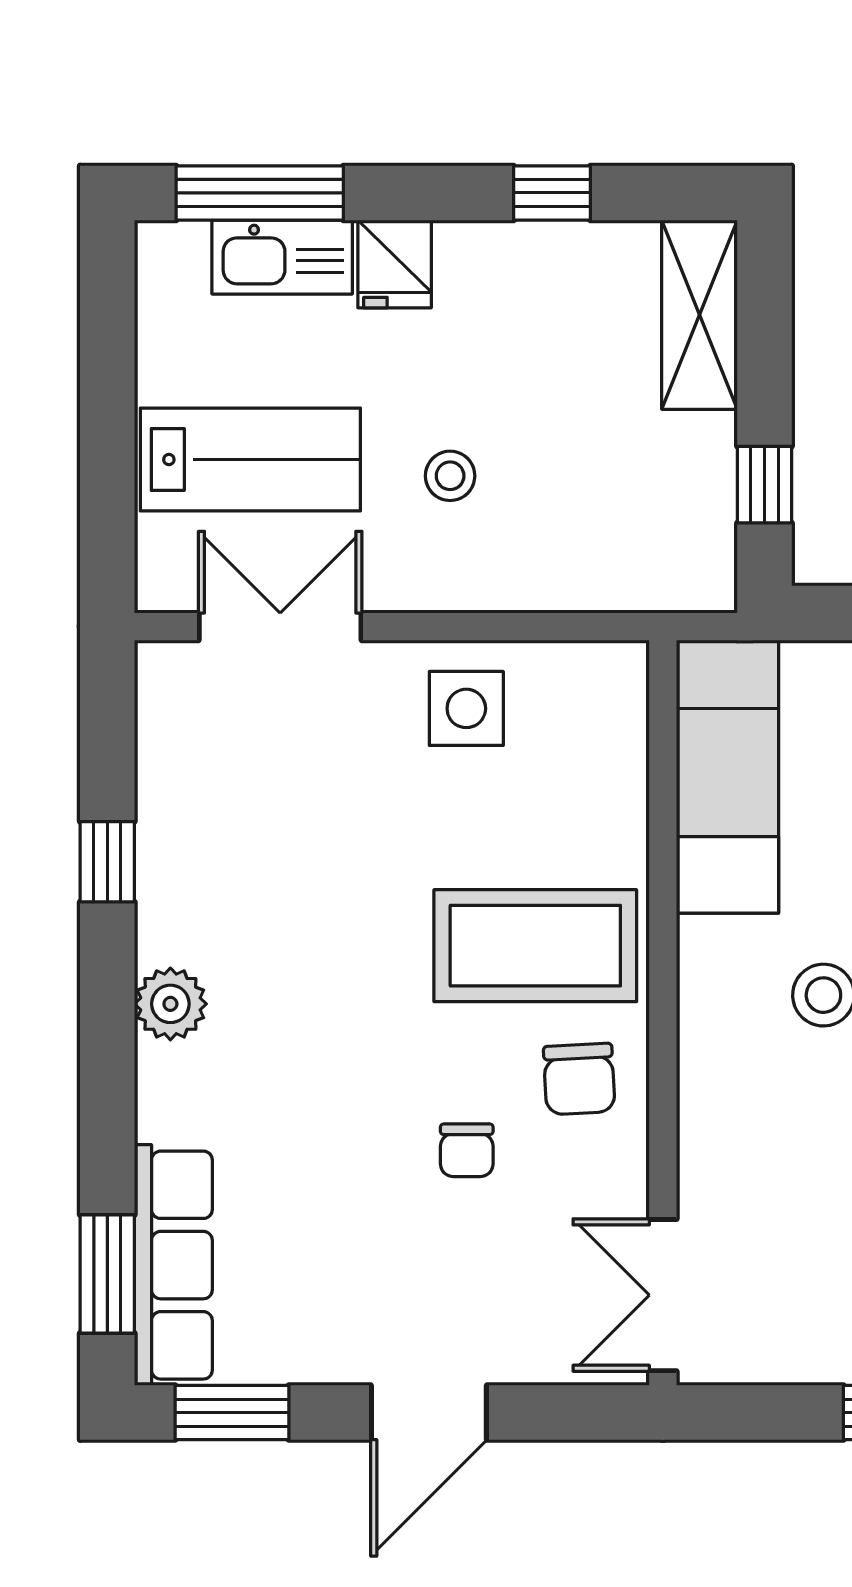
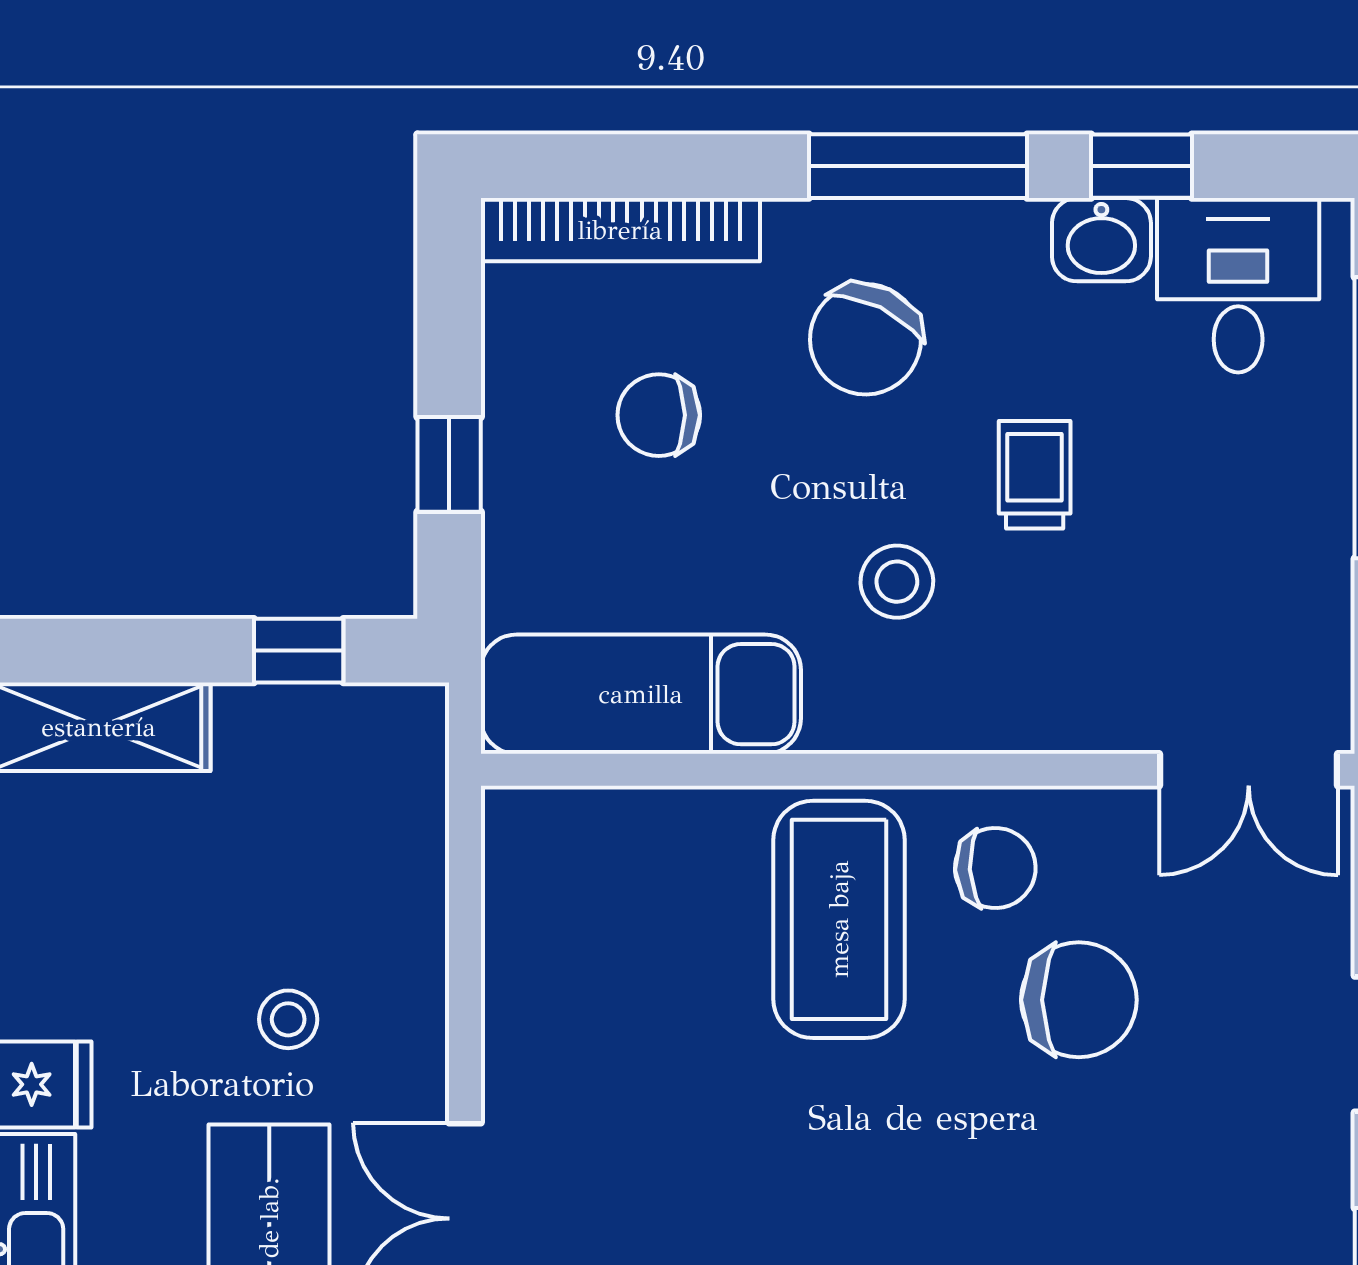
side table: (466, 708) -> (561, 1000), removed
chair: (467, 1150) -> (1079, 1000), width x1.87, depth x1.87

